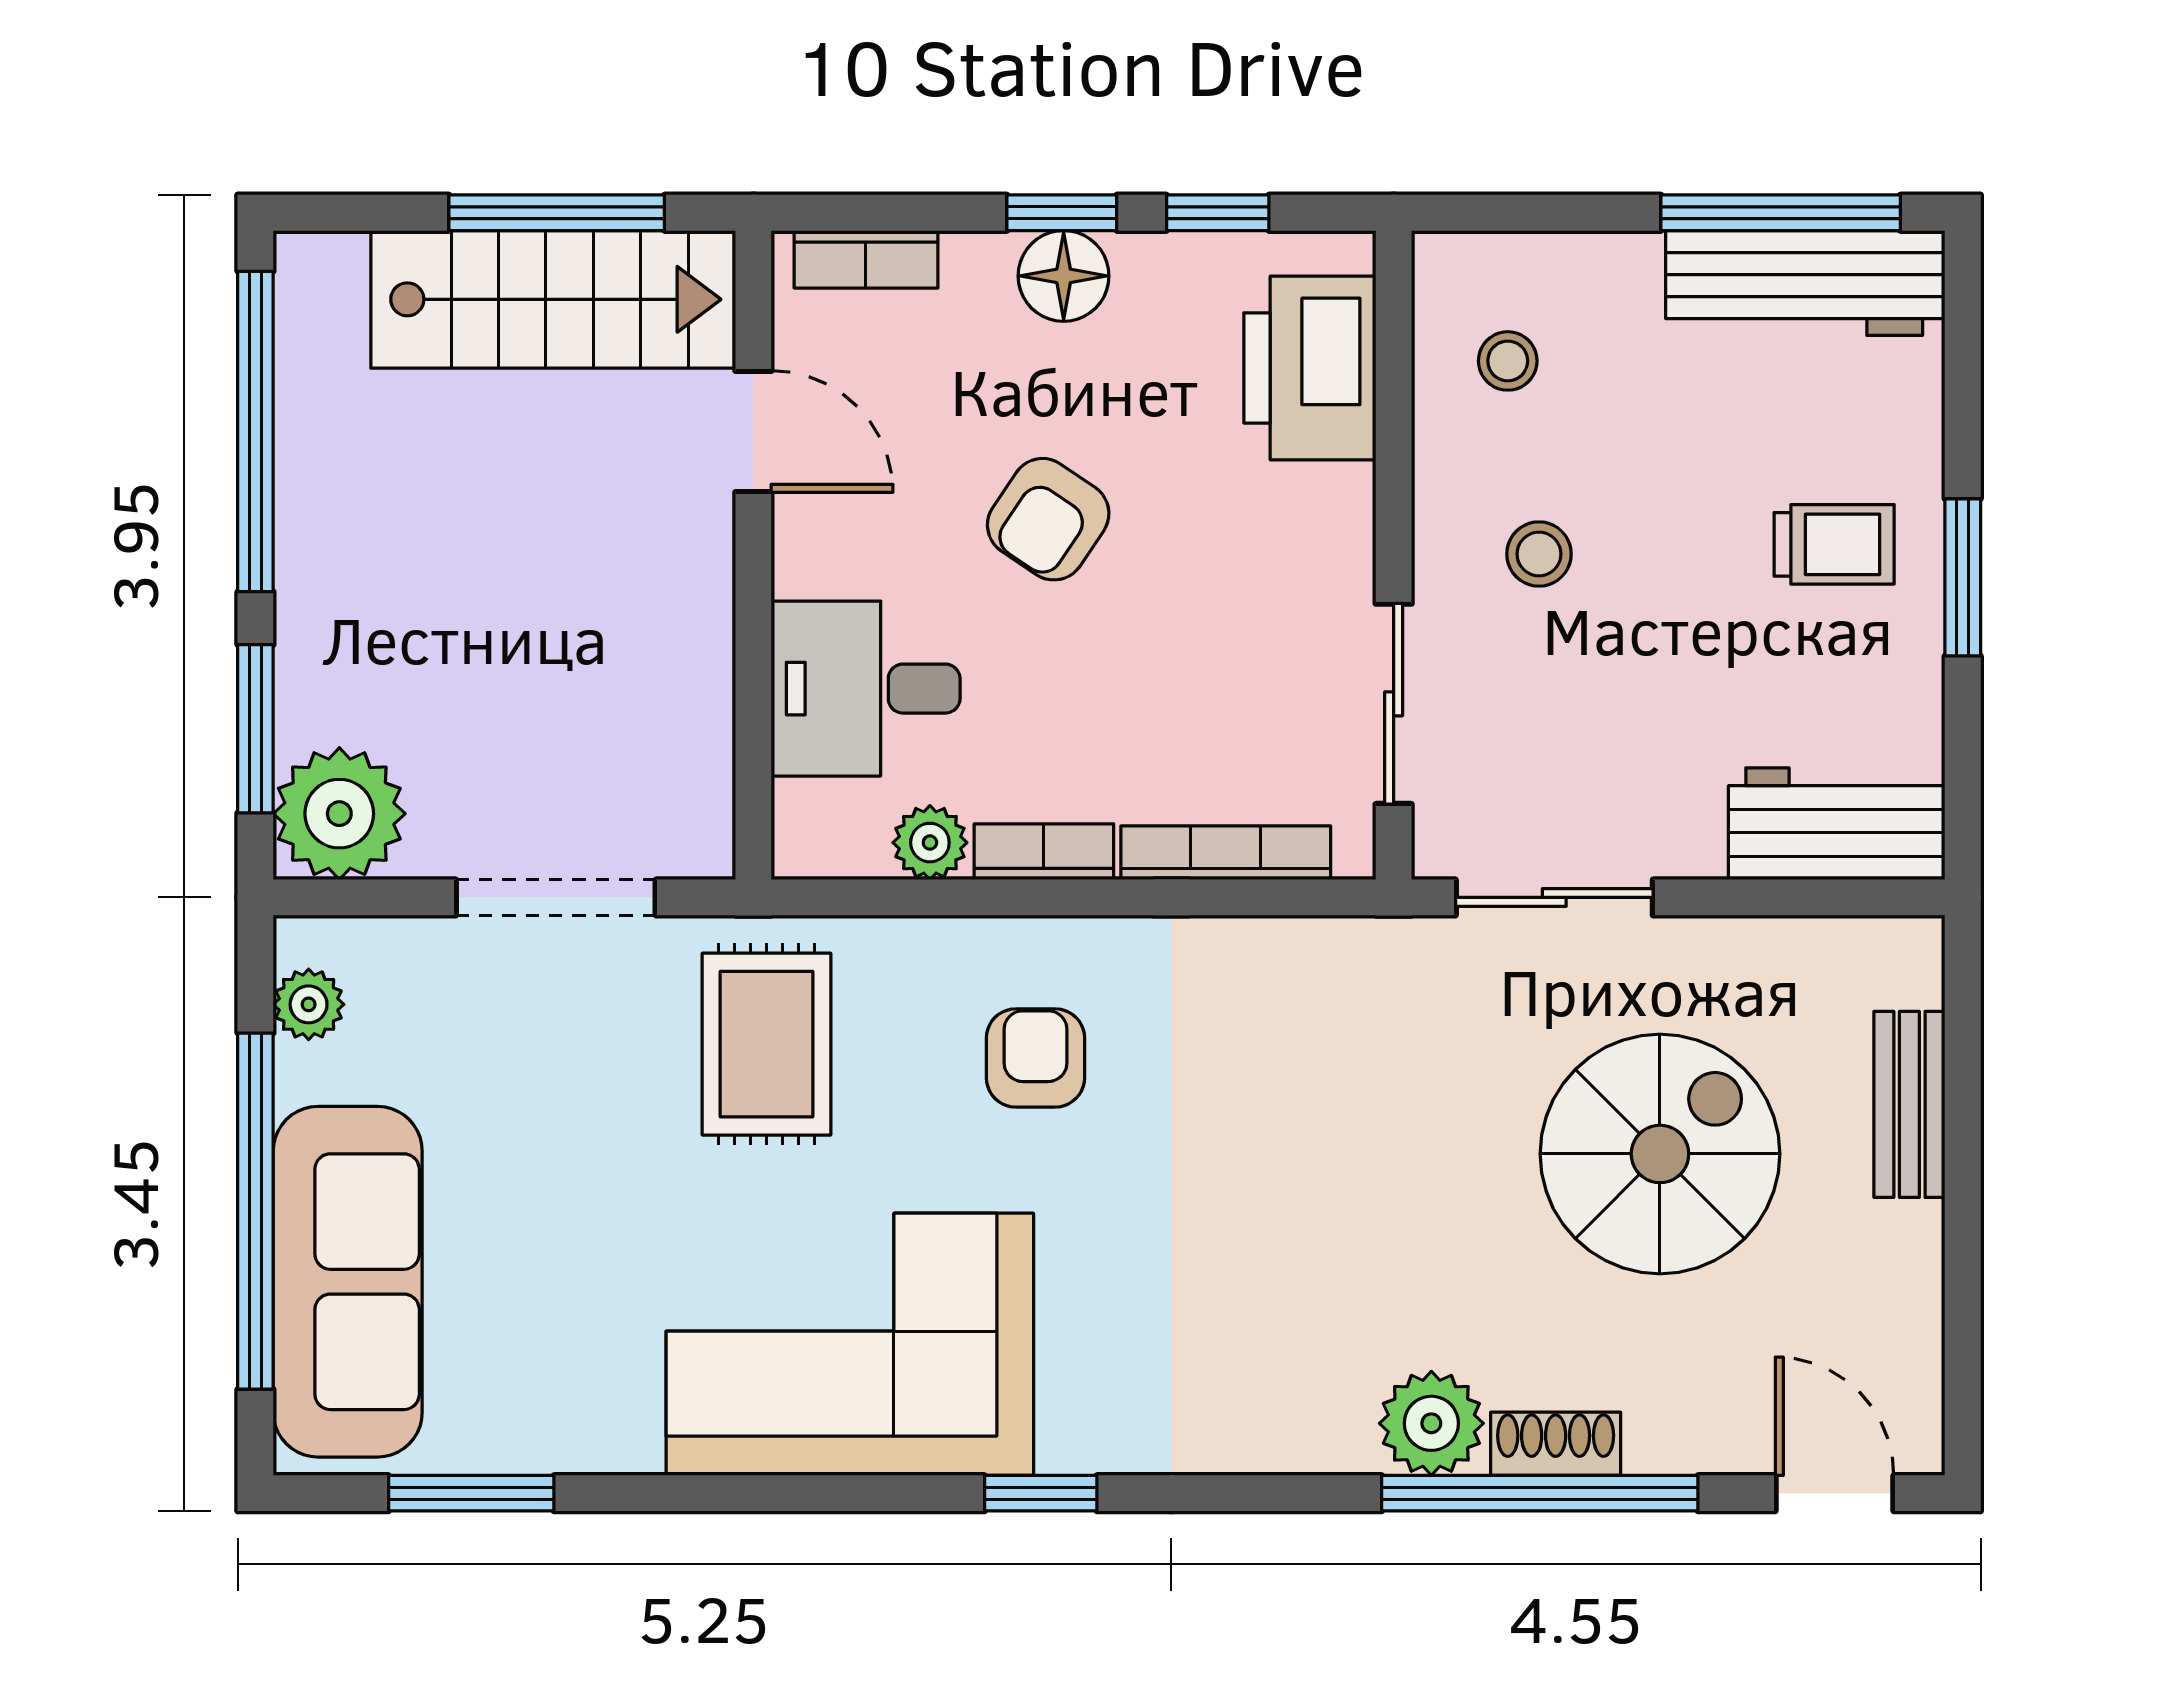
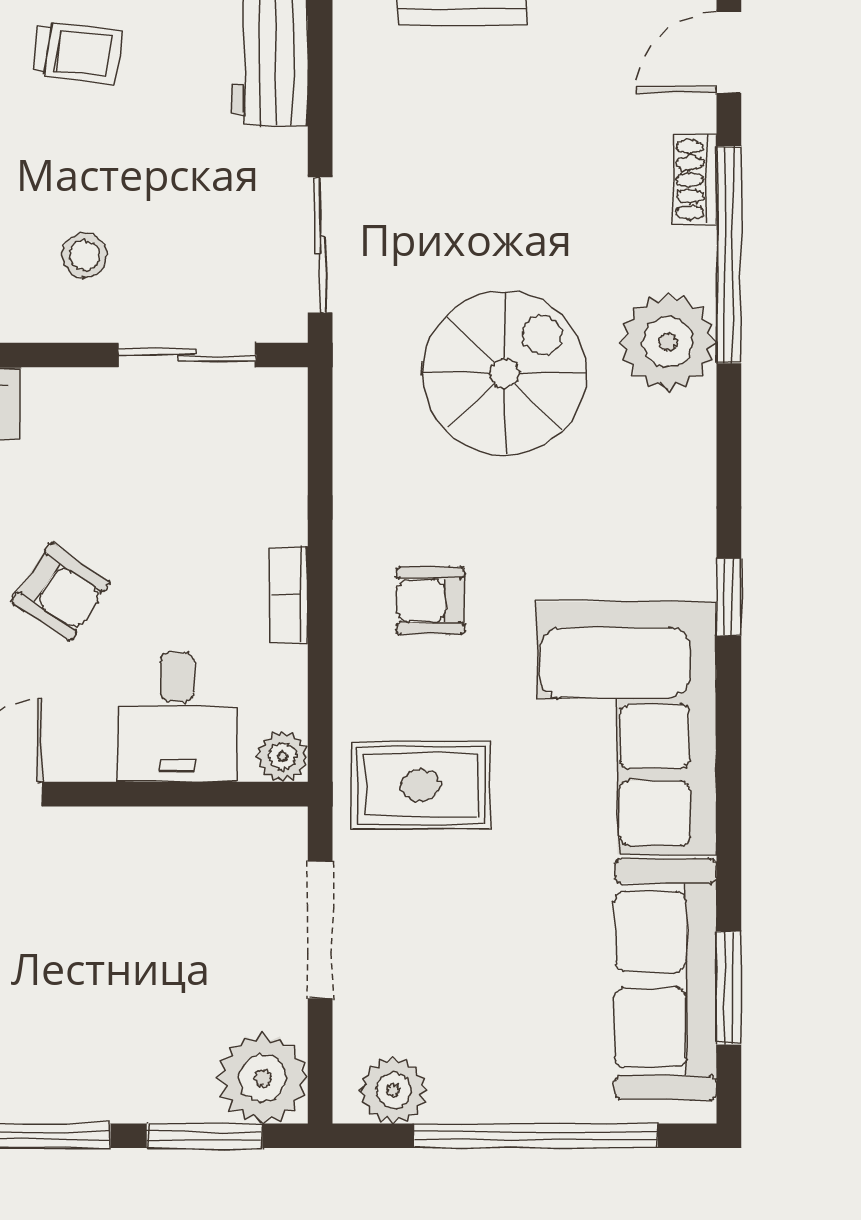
trolley: (1834, 544) -> (78, 53), turned 97
plant: (930, 843) -> (282, 757), moved
bookcase: (1226, 853) -> (289, 470), removed
plant: (309, 1004) -> (393, 1090), width x1.38, depth x1.38
spiral stairs: (1660, 1154) -> (504, 373), moved, turned 90
sofa: (348, 1282) -> (665, 979), moved, turned -90
plant: (1431, 1423) -> (668, 342), width x1.36, depth x1.36
shoe rack: (1556, 1444) -> (695, 180), moved

